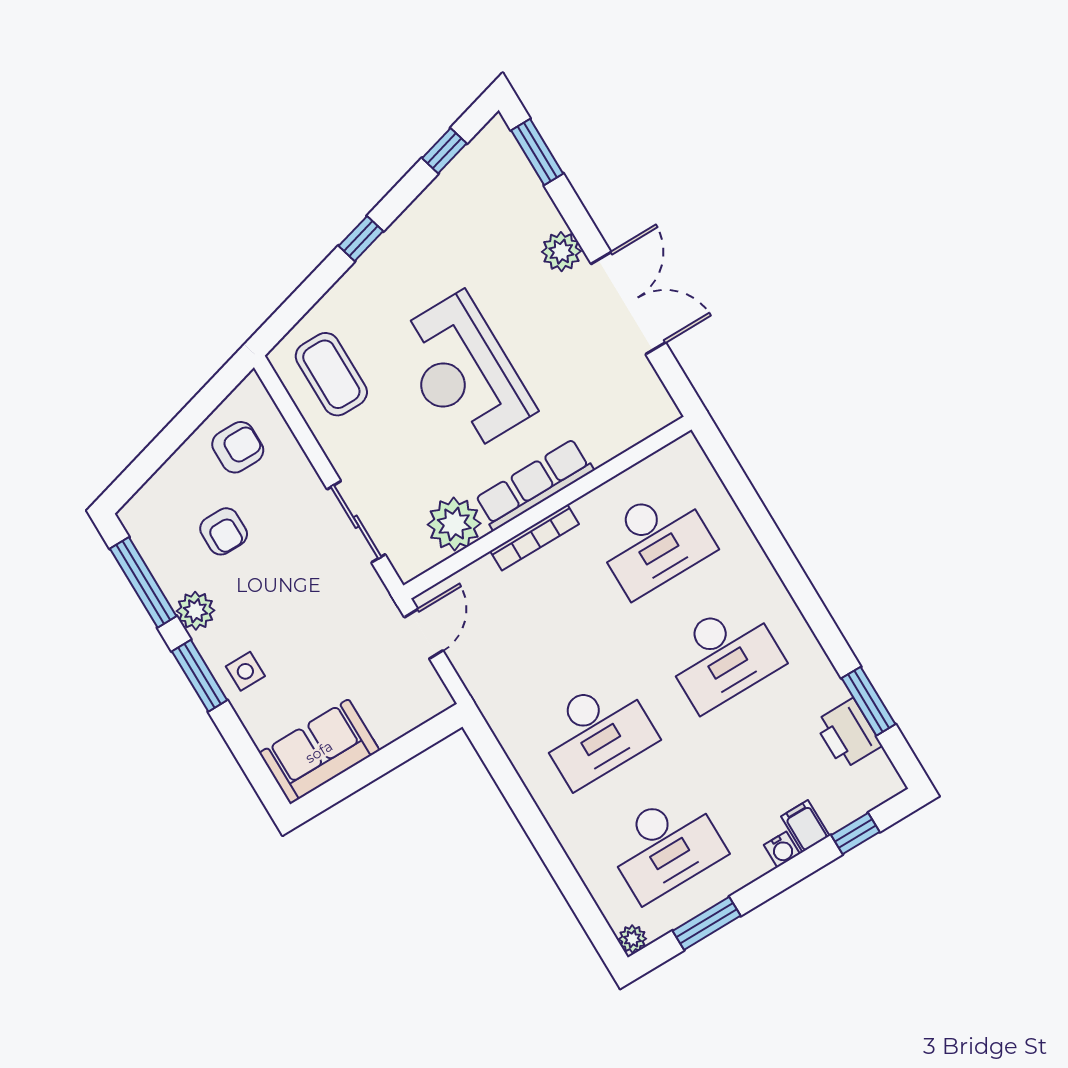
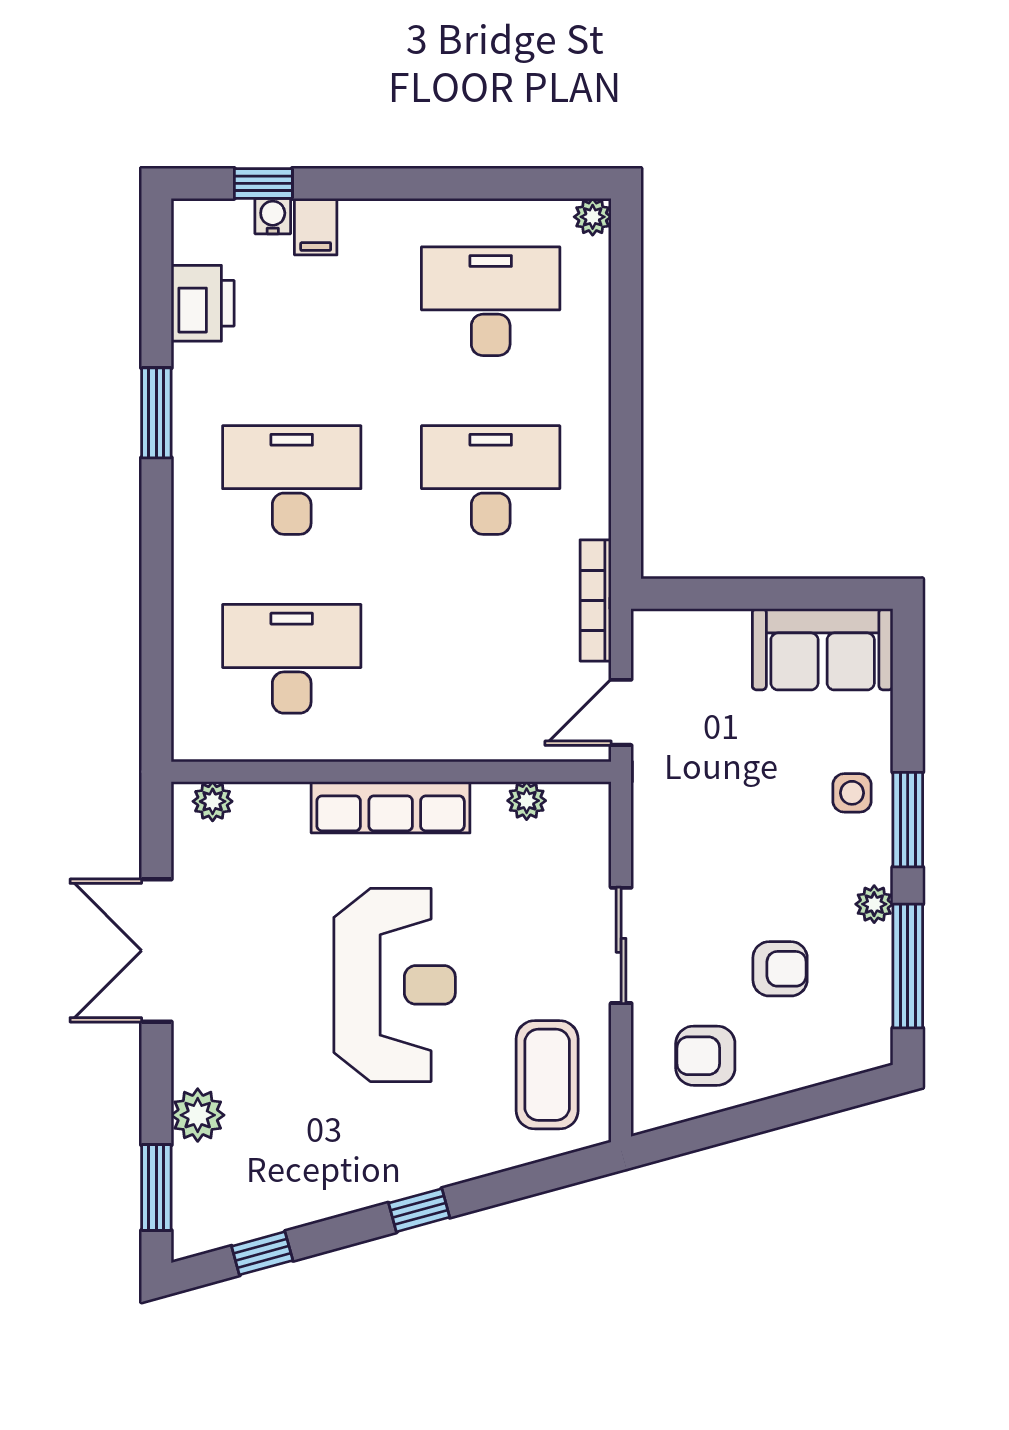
plant: (561, 252) -> (198, 1115), moved
plant: (650, 420) -> (213, 801), added
sliding door: (356, 522) -> (621, 945), moved
plant: (454, 524) -> (527, 801), width x0.53, depth x0.53
armchair: (224, 531) -> (780, 969), turned 90
bookcase: (535, 537) -> (596, 600), moved, turned -90
plant: (196, 611) -> (874, 904), width x0.73, depth x0.73
window: (869, 701) -> (156, 413), moved
water cooler: (782, 849) -> (273, 216), moved
window: (707, 923) -> (496, 183), removed

